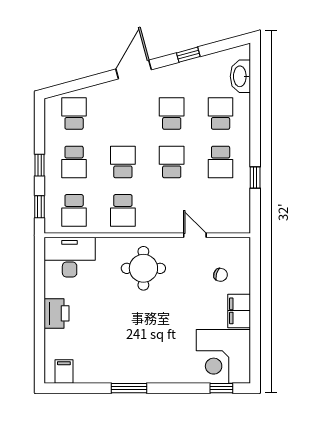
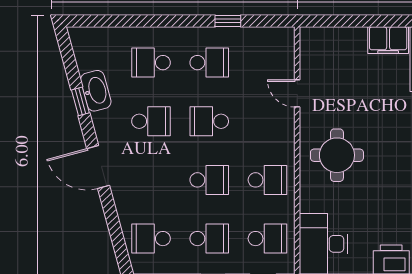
washbasin: (240, 76) -> (96, 91), moved, turned -105
school desk: (172, 113) -> (151, 121), turned 180
school desk: (123, 162) -> (209, 180), turned 180
door: (195, 235) -> (297, 93), hinge flipped
chair: (221, 275) -> (345, 63), removed

